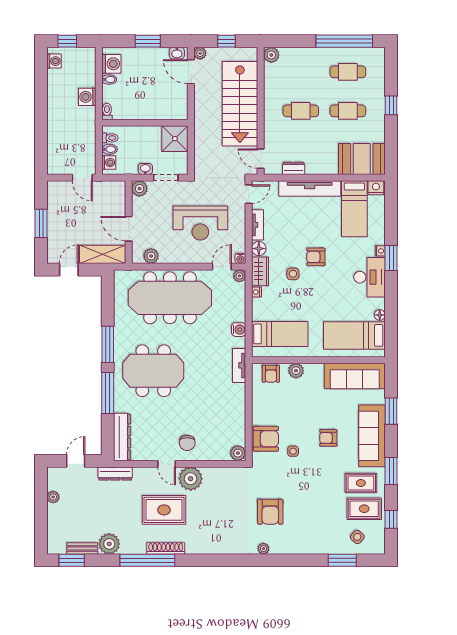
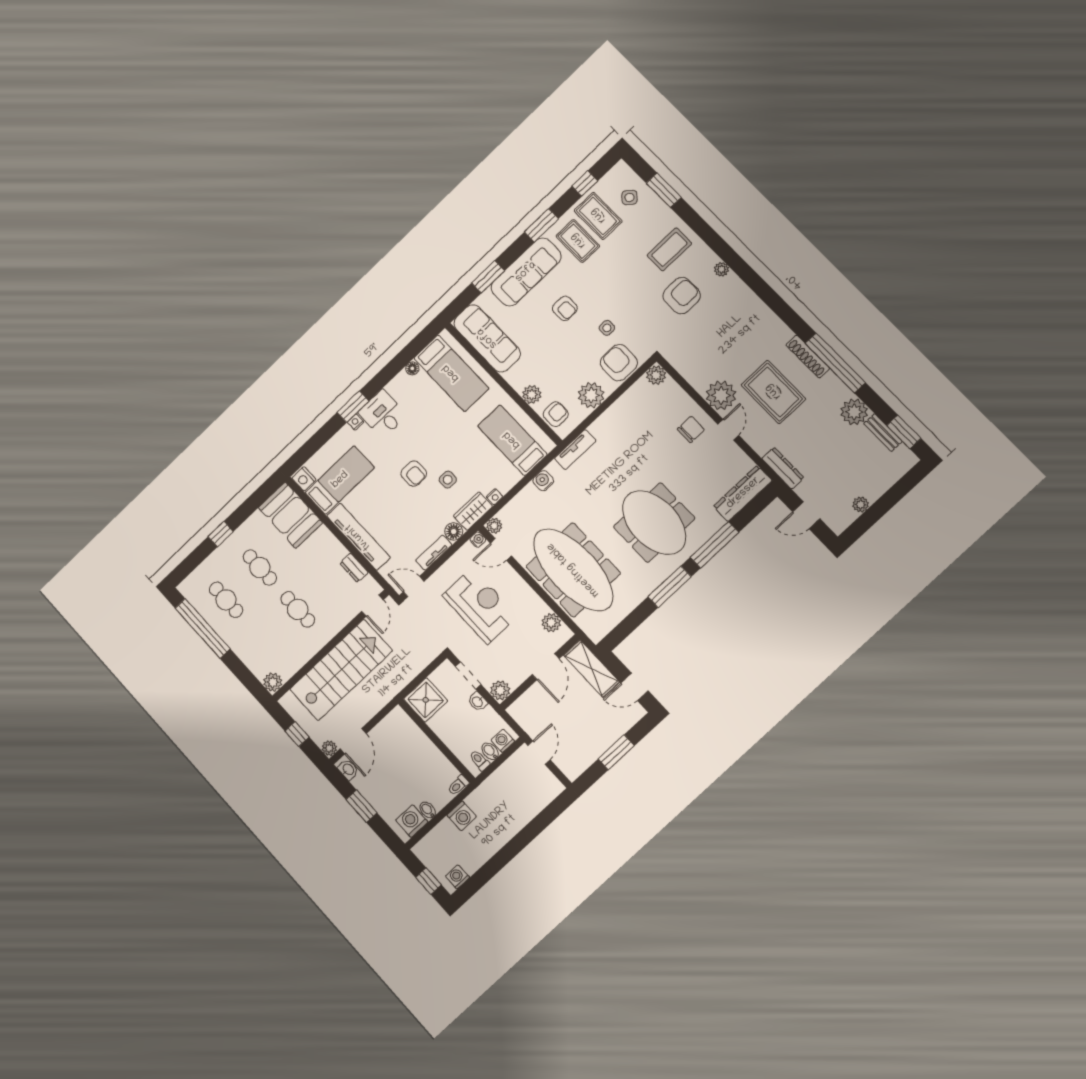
desk: (370, 277) -> (383, 414), width x0.73
plant: (262, 405) -> (591, 395), added
coffee table: (304, 530) -> (669, 249), added

